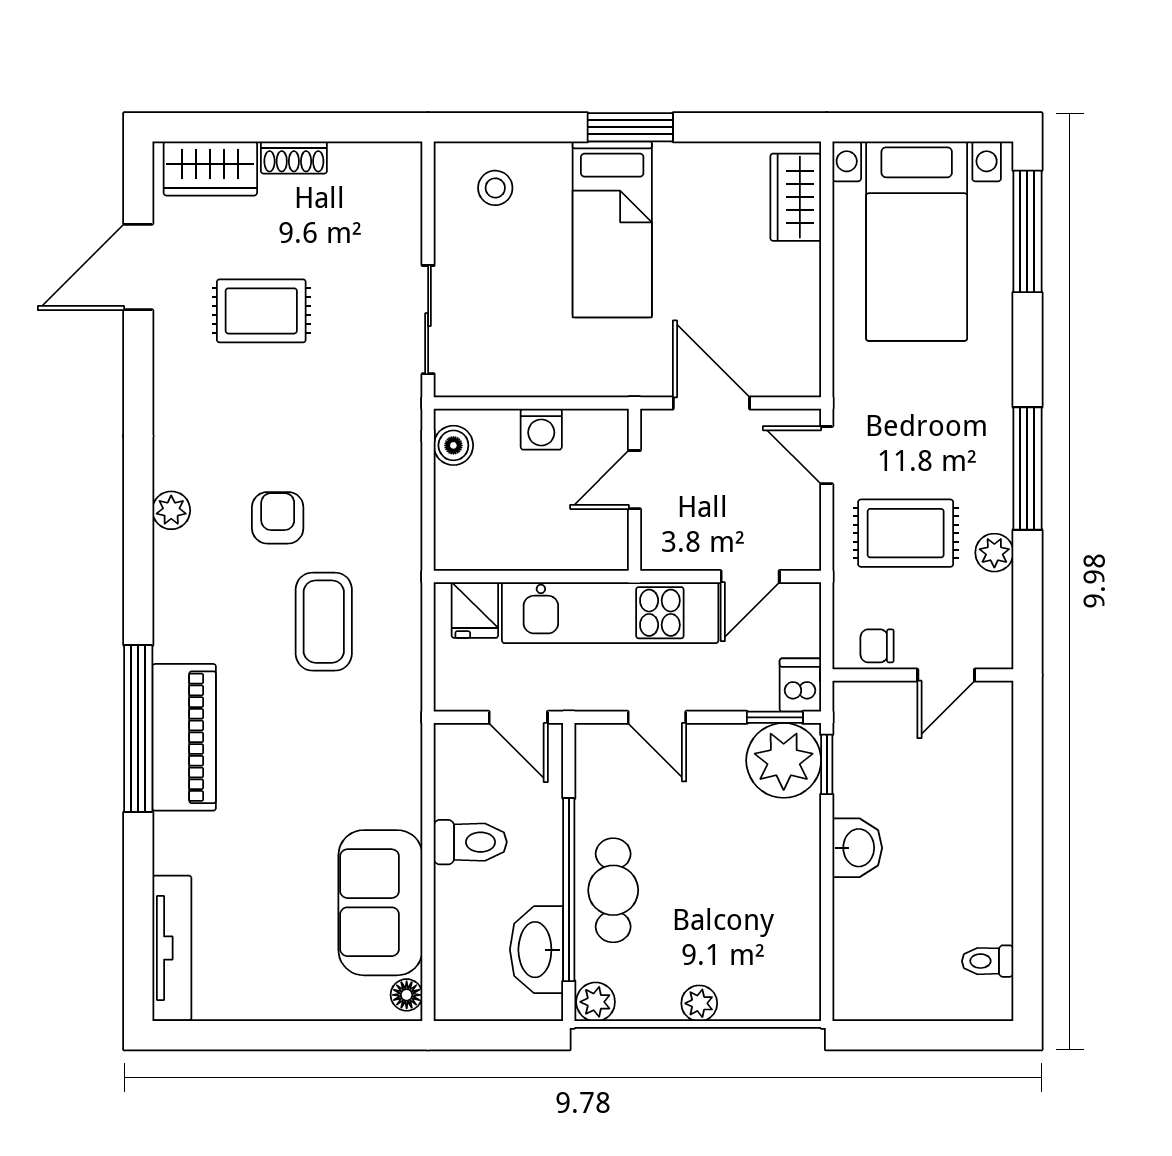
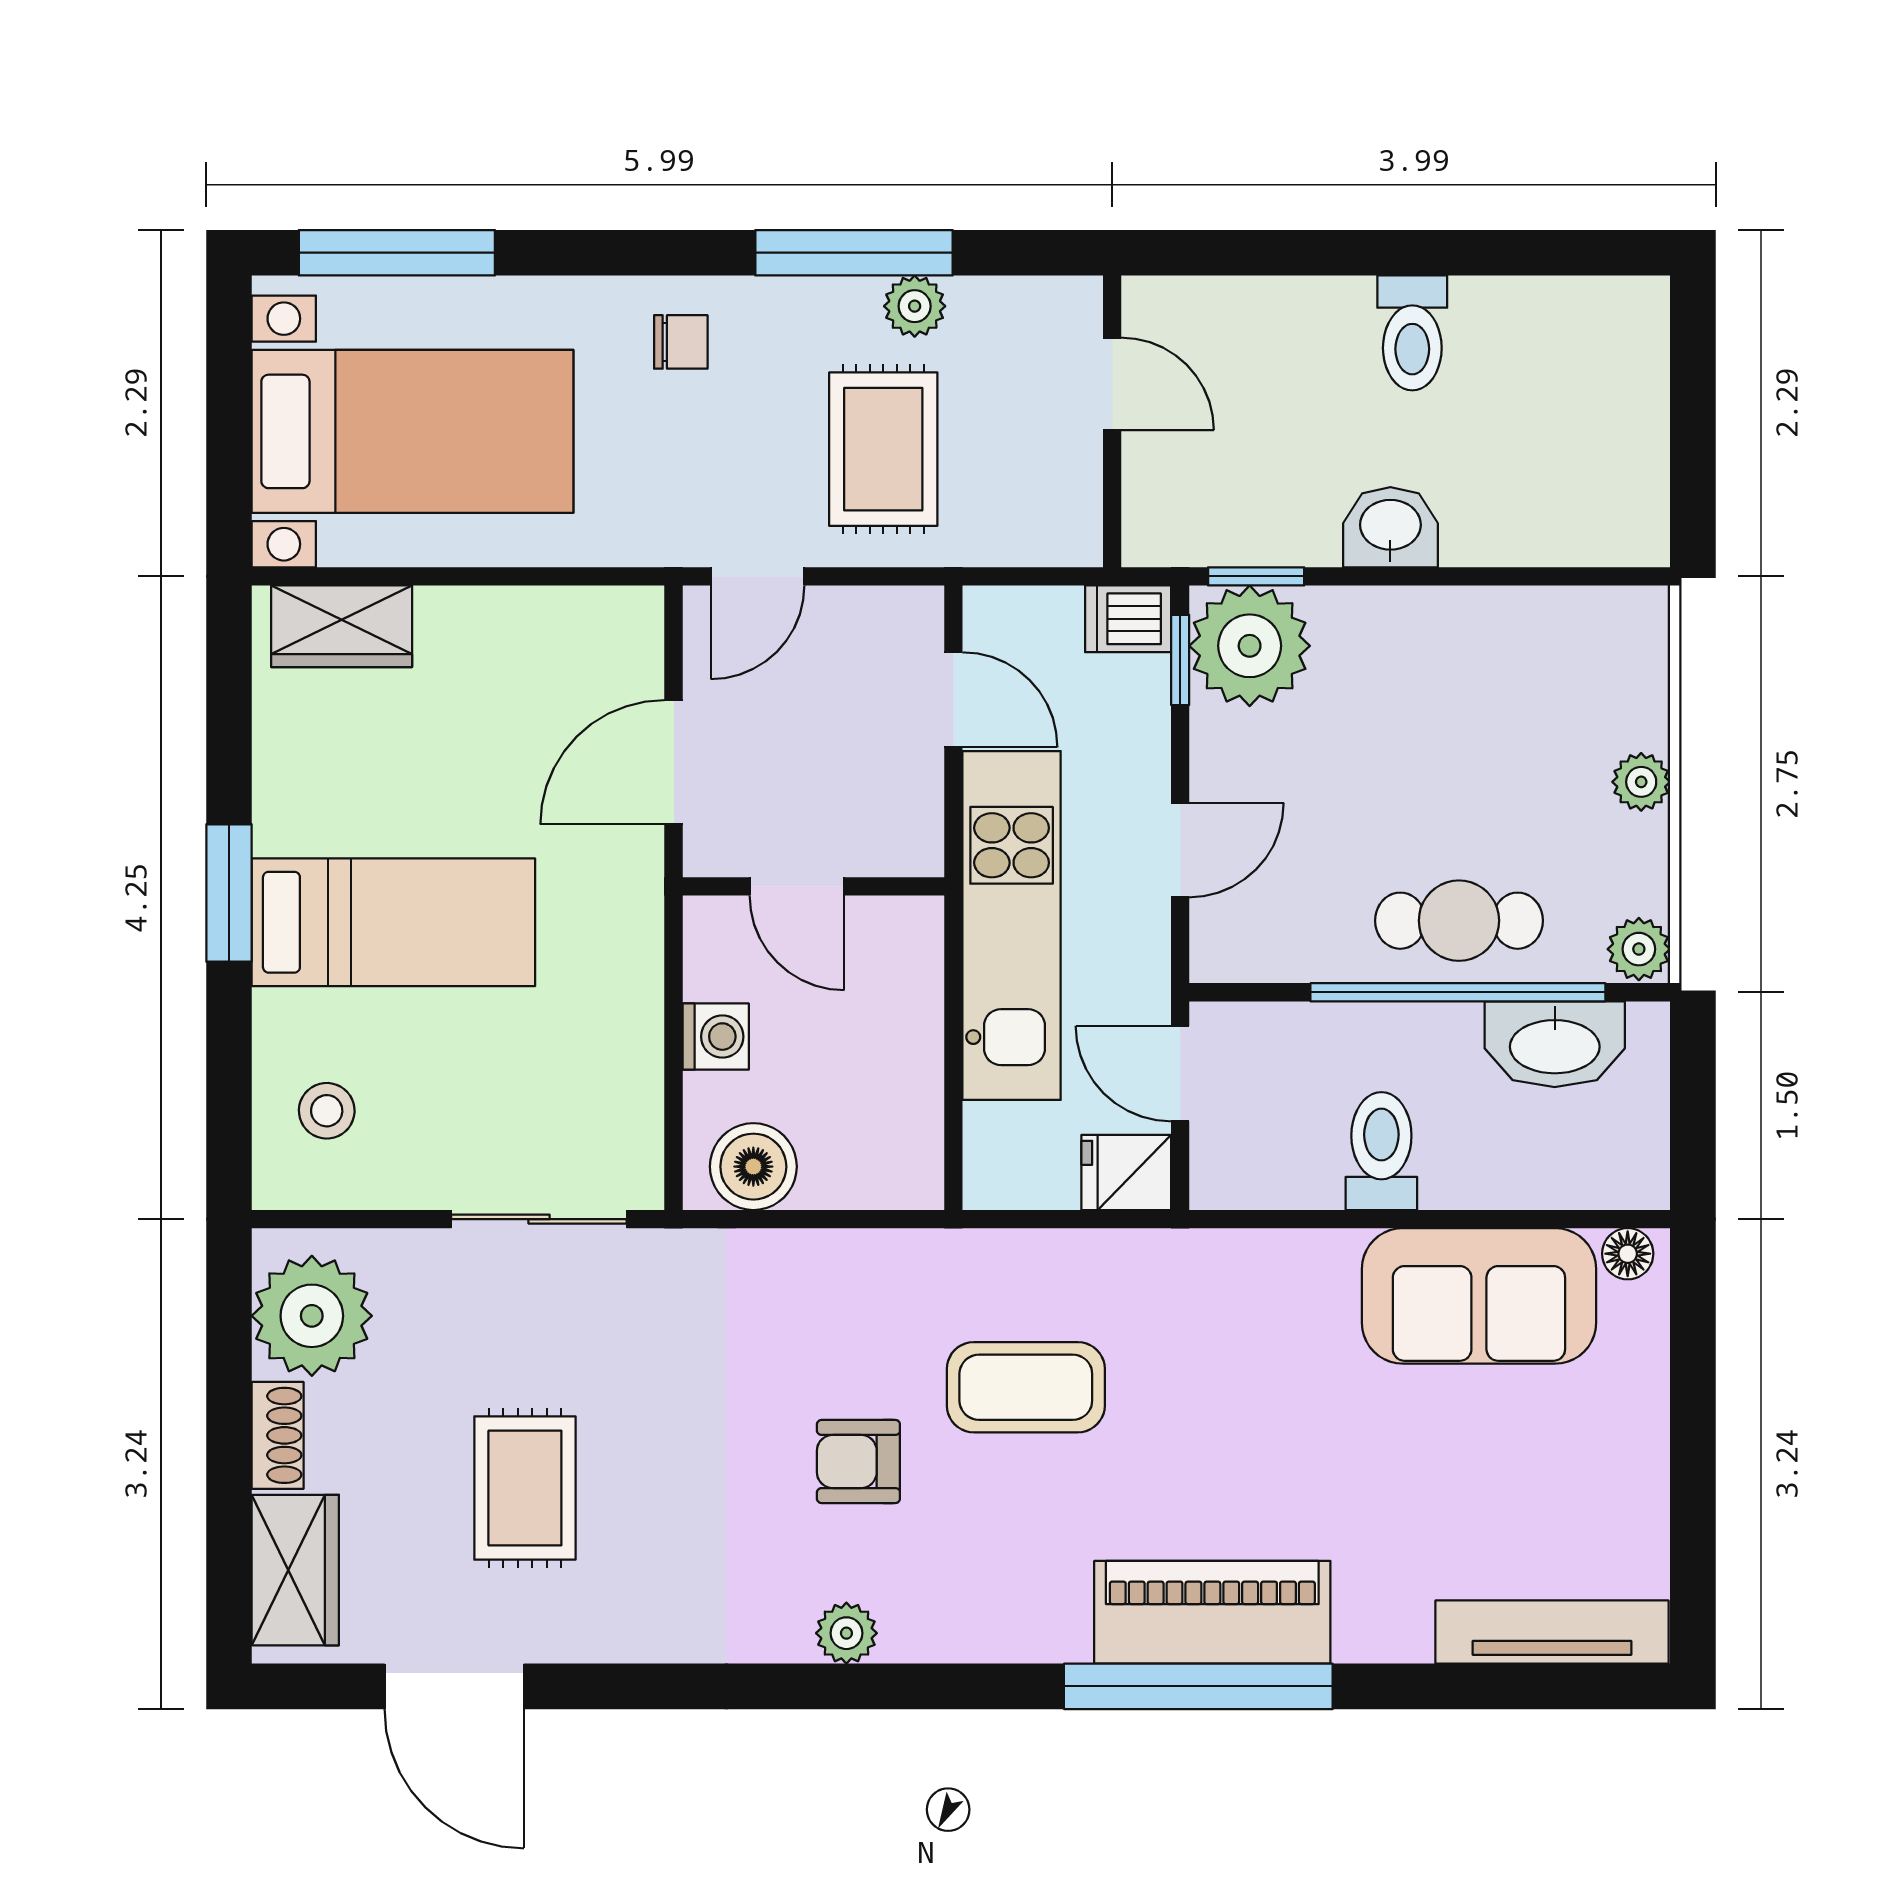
plant: (368, 179) -> (312, 1316), added
boiler: (453, 445) -> (753, 1167), width x1.36, depth x1.36
window: (1027, 468) -> (854, 253), moved
fridge: (475, 610) -> (1126, 1172), moved, turned 180
chair: (877, 646) -> (681, 342), moved, turned -90
door: (518, 717) -> (1180, 1074), swing flipped
toilet: (988, 961) -> (1412, 333), moved, width x1.37, depth x1.39

